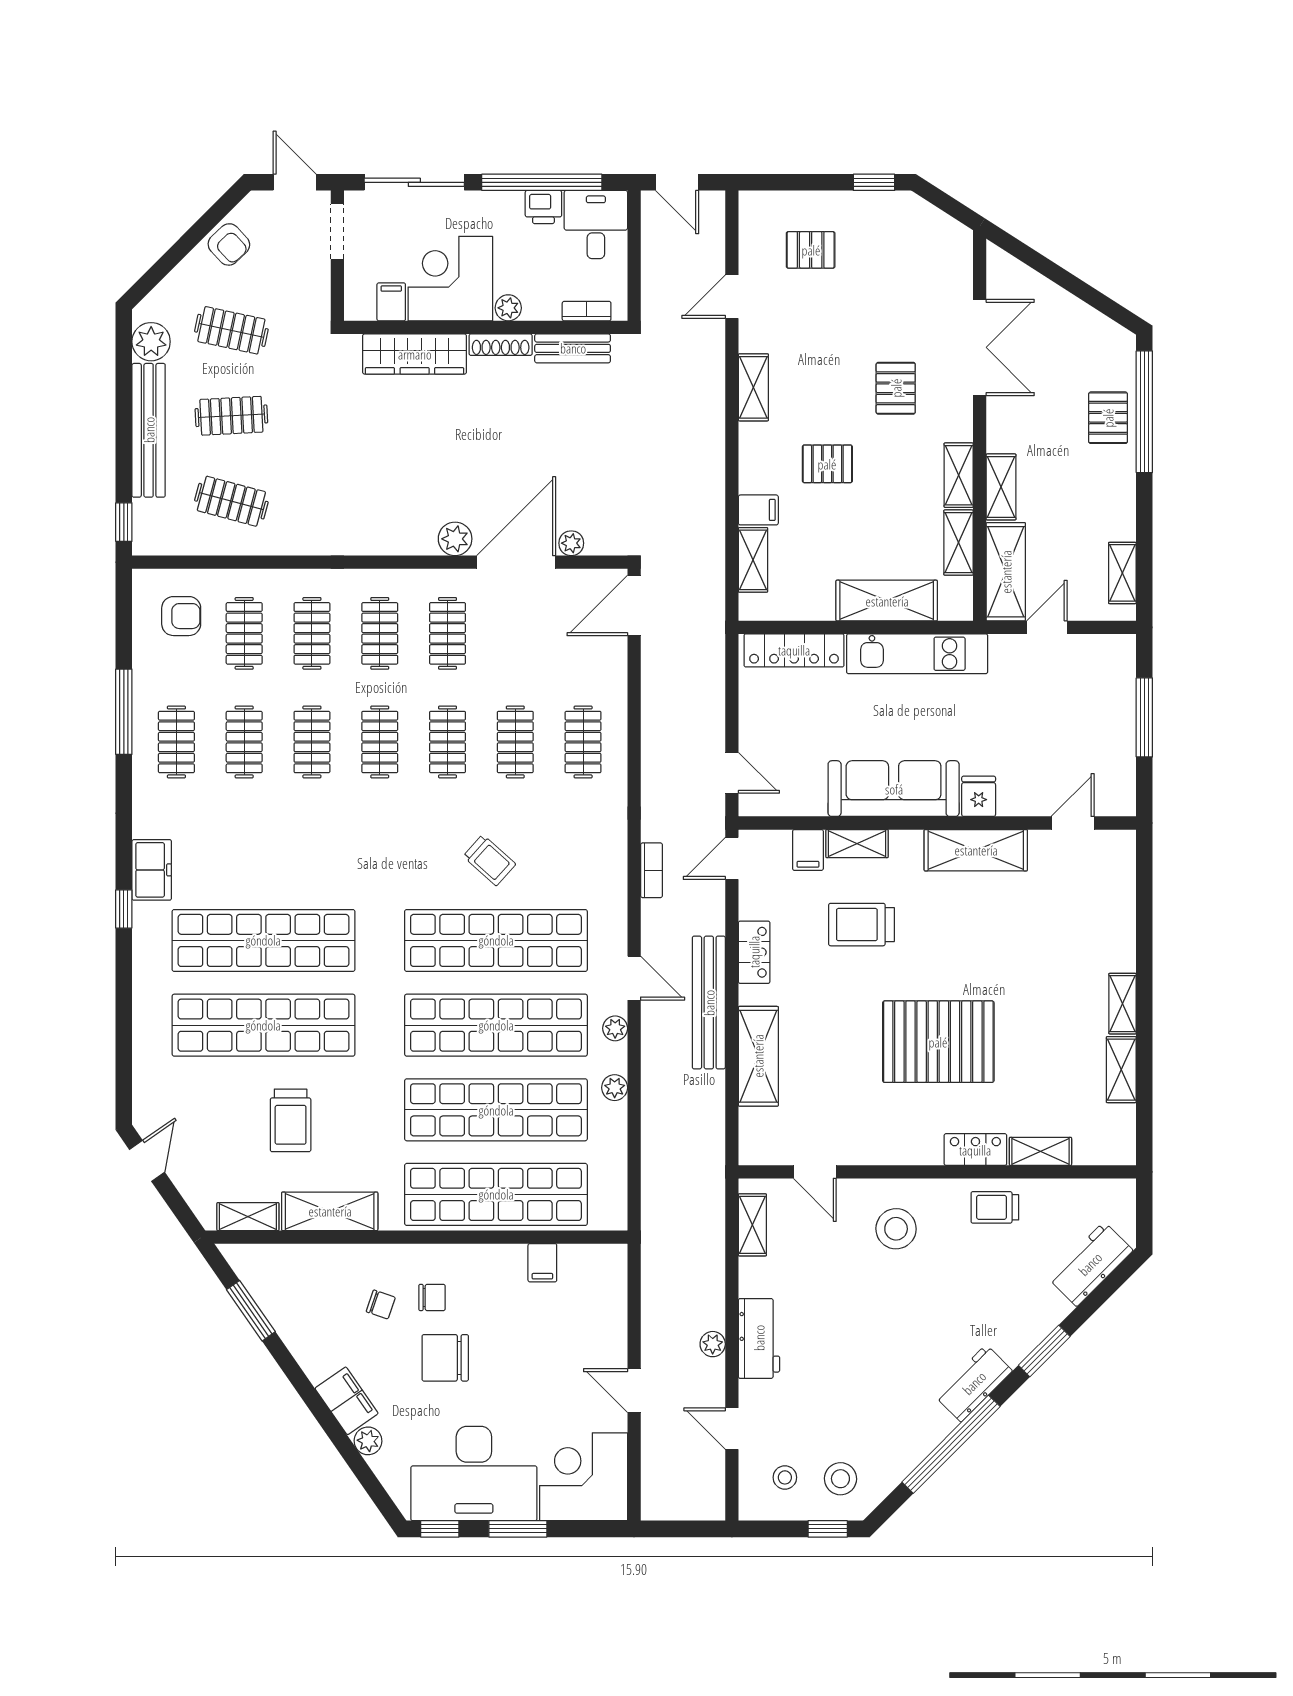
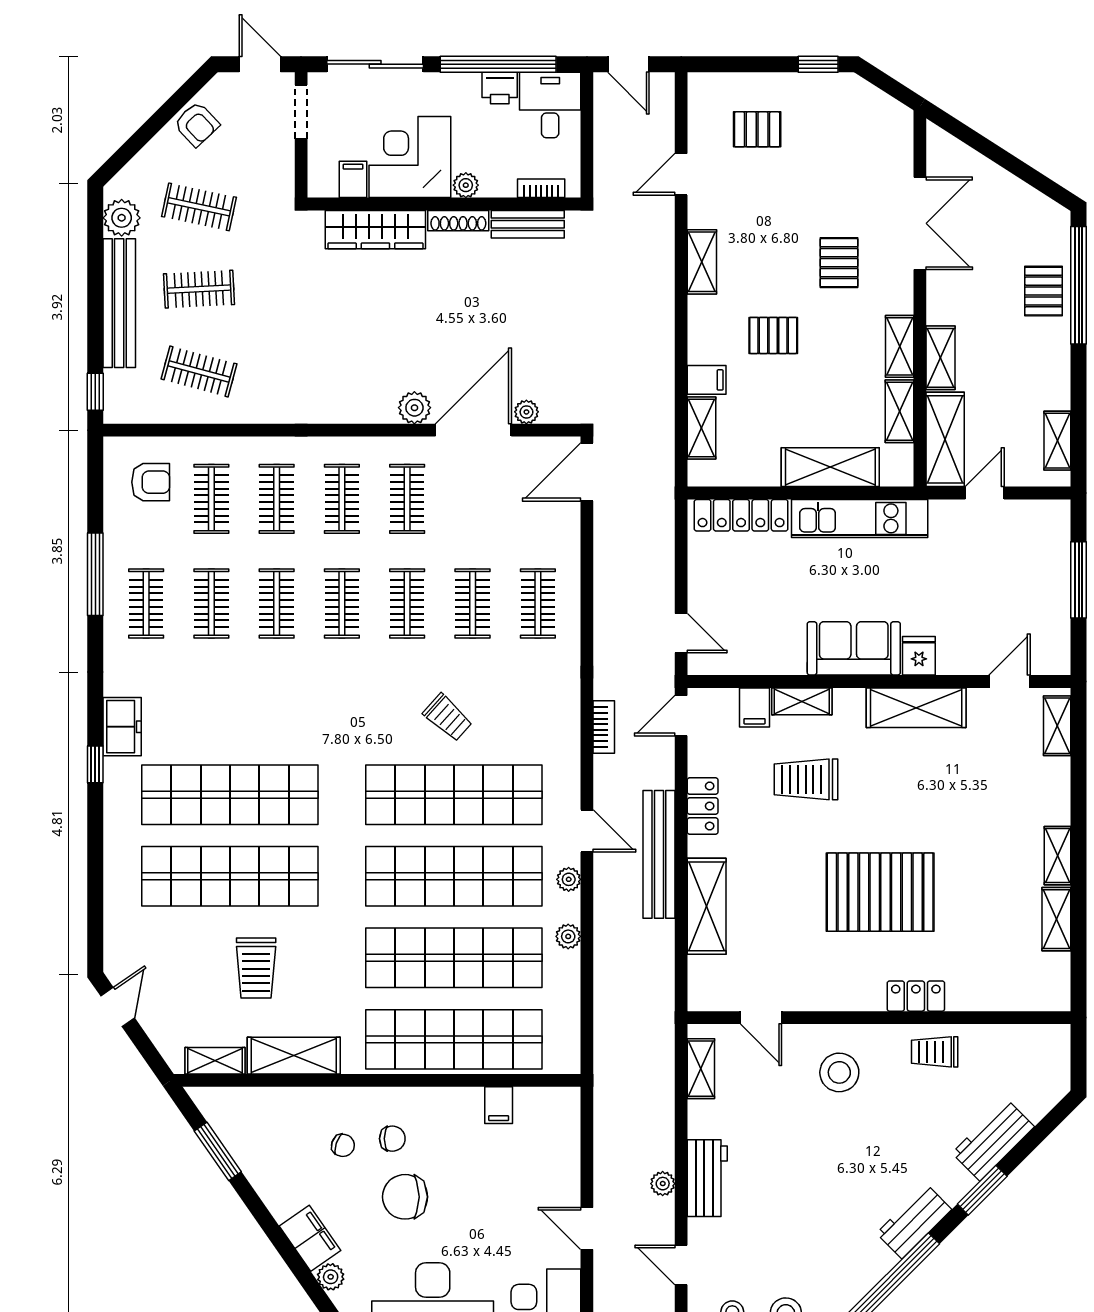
sofa: (894, 789) -> (854, 648), width x0.73
shelving: (1040, 1151) -> (1057, 726), moved, turned 90
workbench: (1090, 1264) -> (993, 1140), moved

